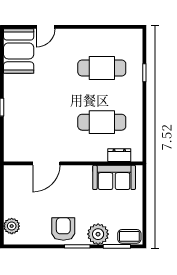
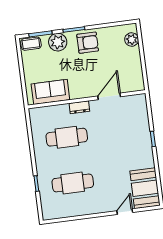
dresser: (119, 155) -> (79, 107), moved
armchair: (63, 229) -> (88, 43), turned -90

